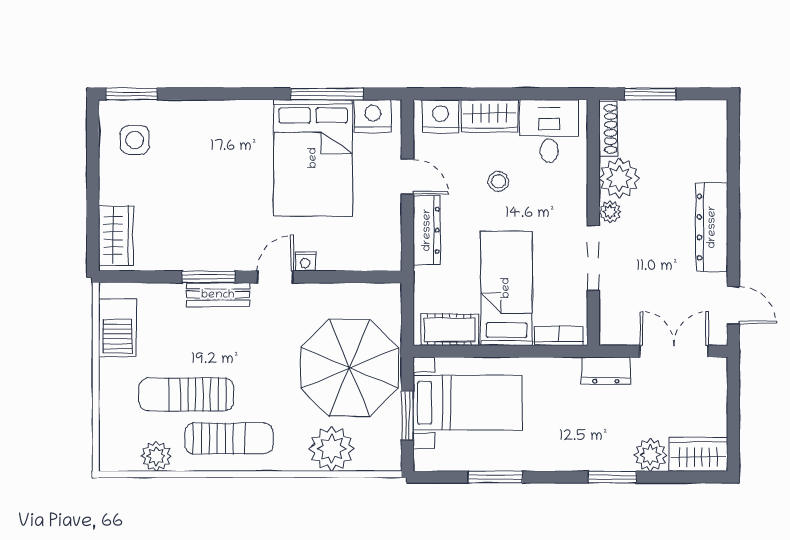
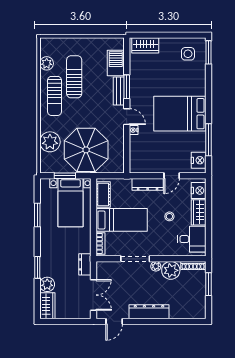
bed: (313, 158) -> (180, 114), moved
barbecue: (117, 328) -> (116, 63), moved, turned 90

